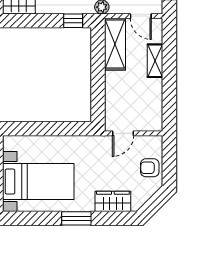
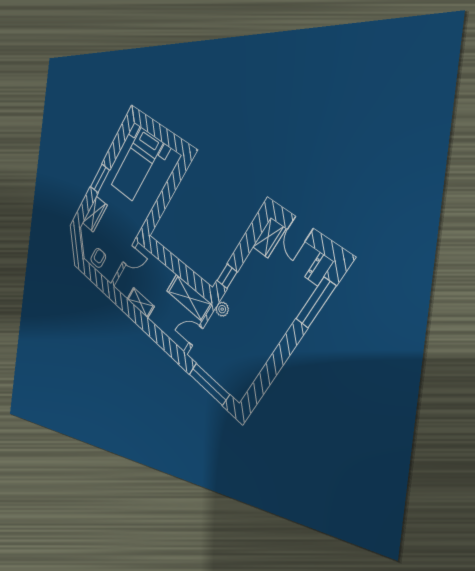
shelving: (155, 61) -> (140, 303), moved
door: (123, 133) -> (129, 255), swing flipped

